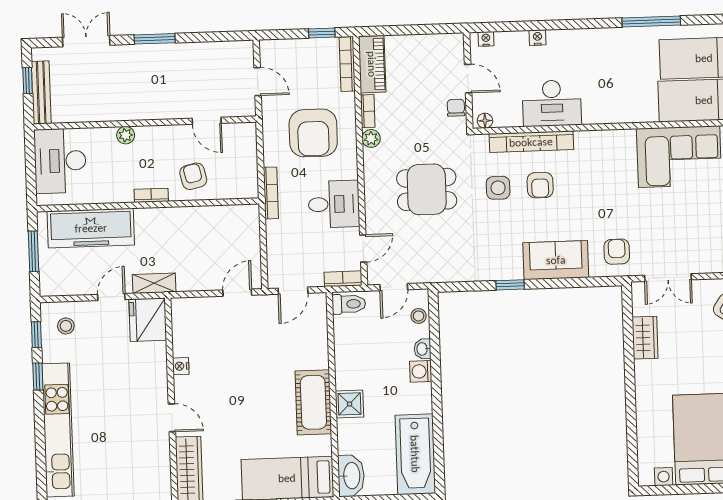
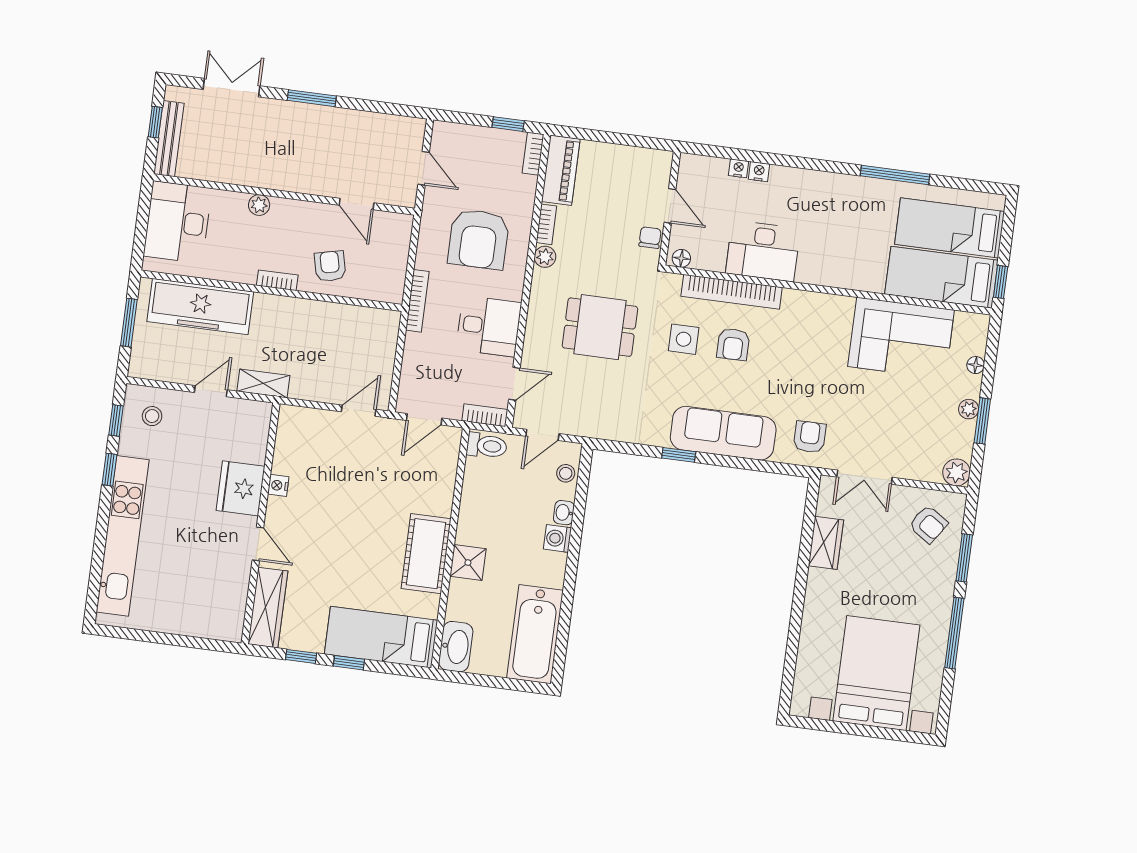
nightstand: (486, 39) -> (738, 168), moved
bookcase: (347, 64) -> (533, 154), width x0.64
sofa: (556, 260) -> (723, 433), width x1.36
fridge: (148, 320) -> (240, 488), moved

